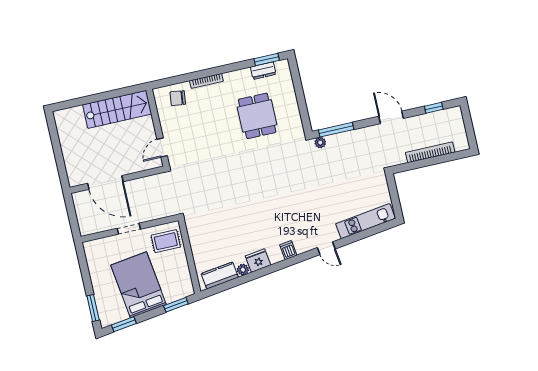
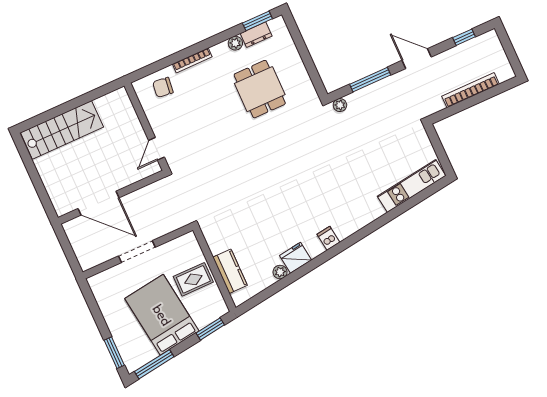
plant: (245, 74) -> (235, 43), added
stairs: (117, 109) -> (62, 130), moved
window: (336, 130) -> (370, 80), moved
doorway: (129, 229) -> (137, 252), width x1.38
rug: (166, 241) -> (193, 279), moved
door: (326, 248) -> (372, 227), removed
kitchen counter: (220, 276) -> (230, 271), moved, turned 98
window: (124, 324) -> (154, 364), width x1.44

